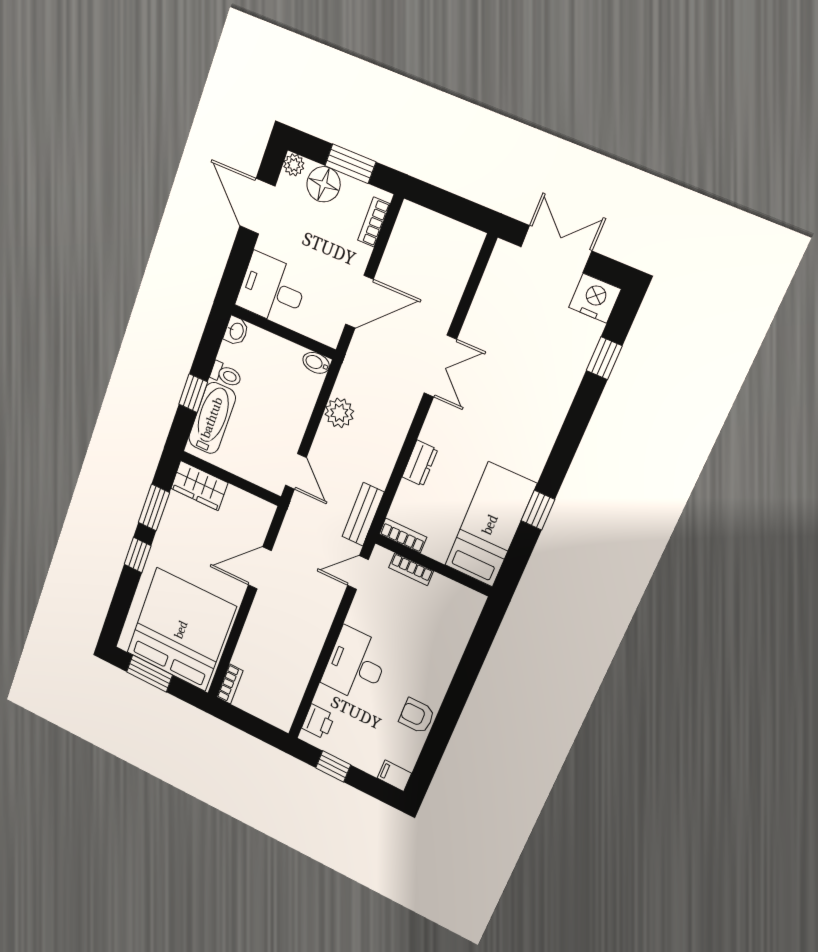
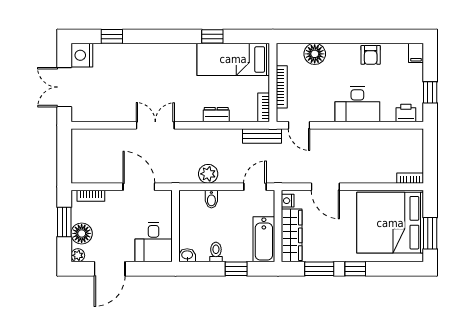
bidet: (316, 363) -> (211, 199), moved
bathtub: (212, 418) -> (264, 239), moved, turned -90
wardrobe: (199, 486) -> (292, 235), width x1.50
nightstand: (260, 508) -> (288, 201), added
bookcase: (411, 569) -> (282, 87), width x1.56
floor lamp: (450, 642) -> (315, 54), added

